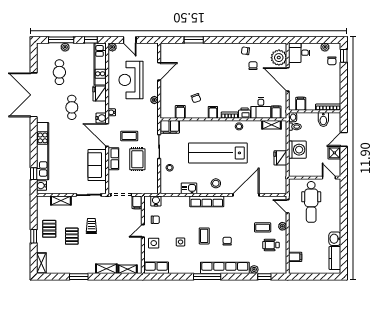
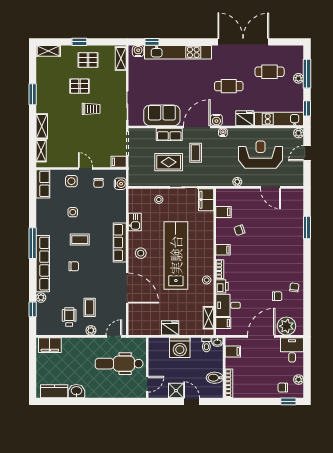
shelving: (61, 201) -> (121, 59), moved
filing cabinet: (295, 257) -> (50, 345), width x2.00

